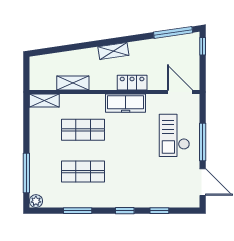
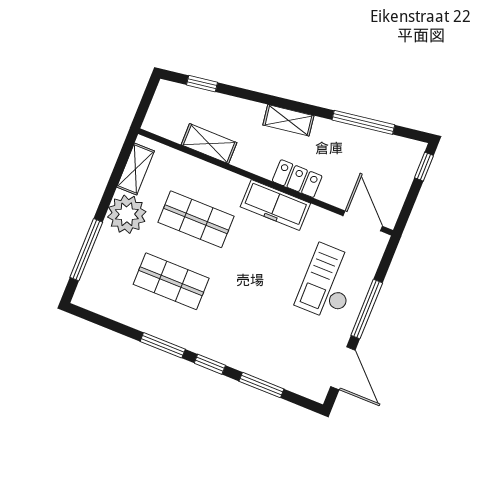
window: (173, 32) -> (363, 122), moved
window: (55, 50) -> (202, 84), added
shelving: (44, 100) -> (136, 169), moved, turned 90
plant: (36, 201) -> (127, 214), moved, width x1.88, depth x1.88
window: (78, 211) -> (163, 345), moved
window: (159, 211) -> (261, 385), width x1.50

